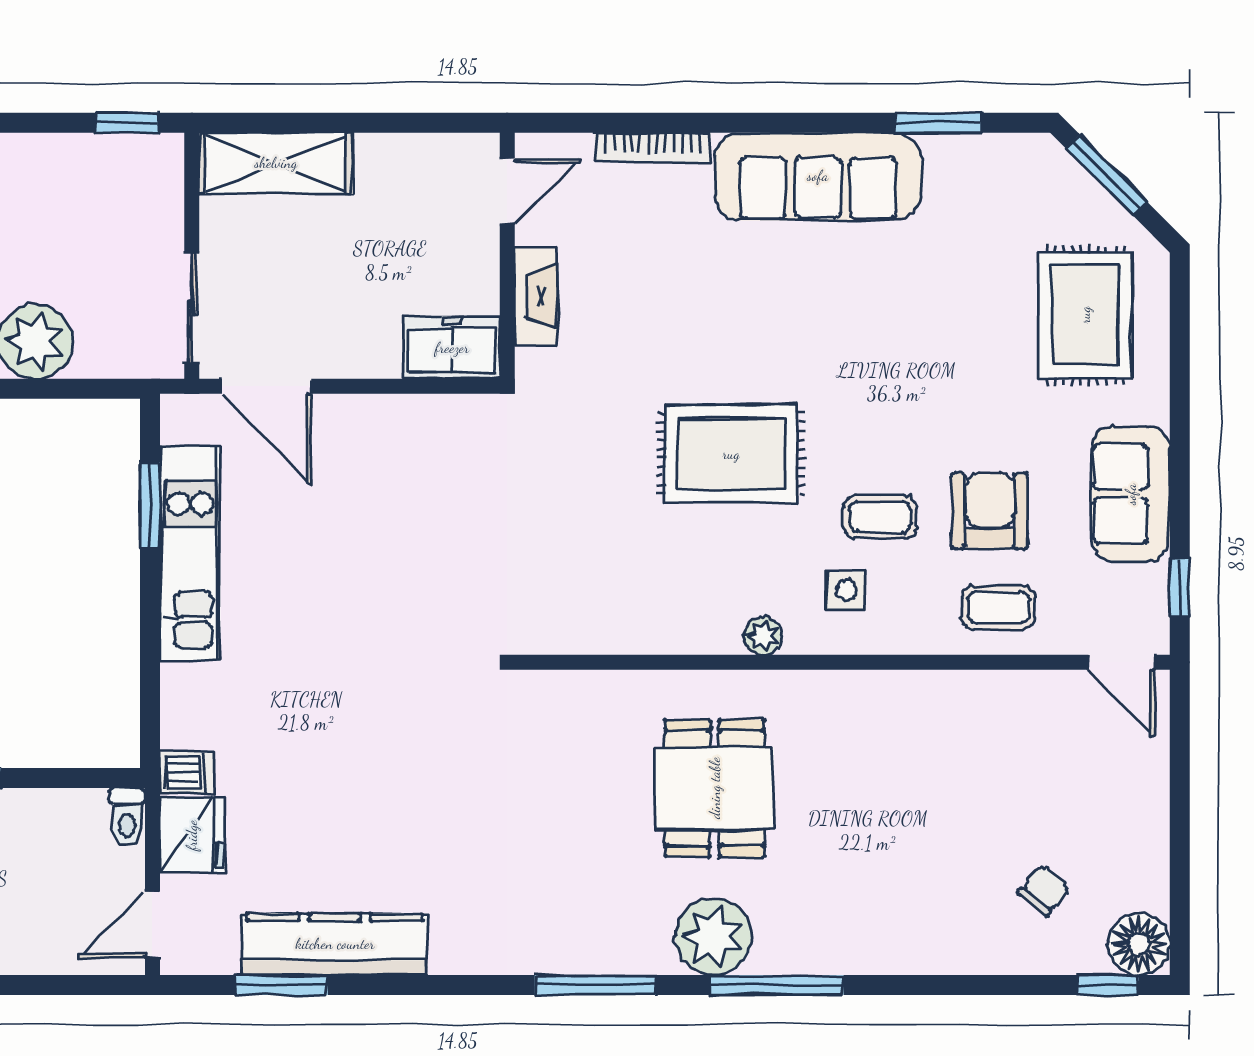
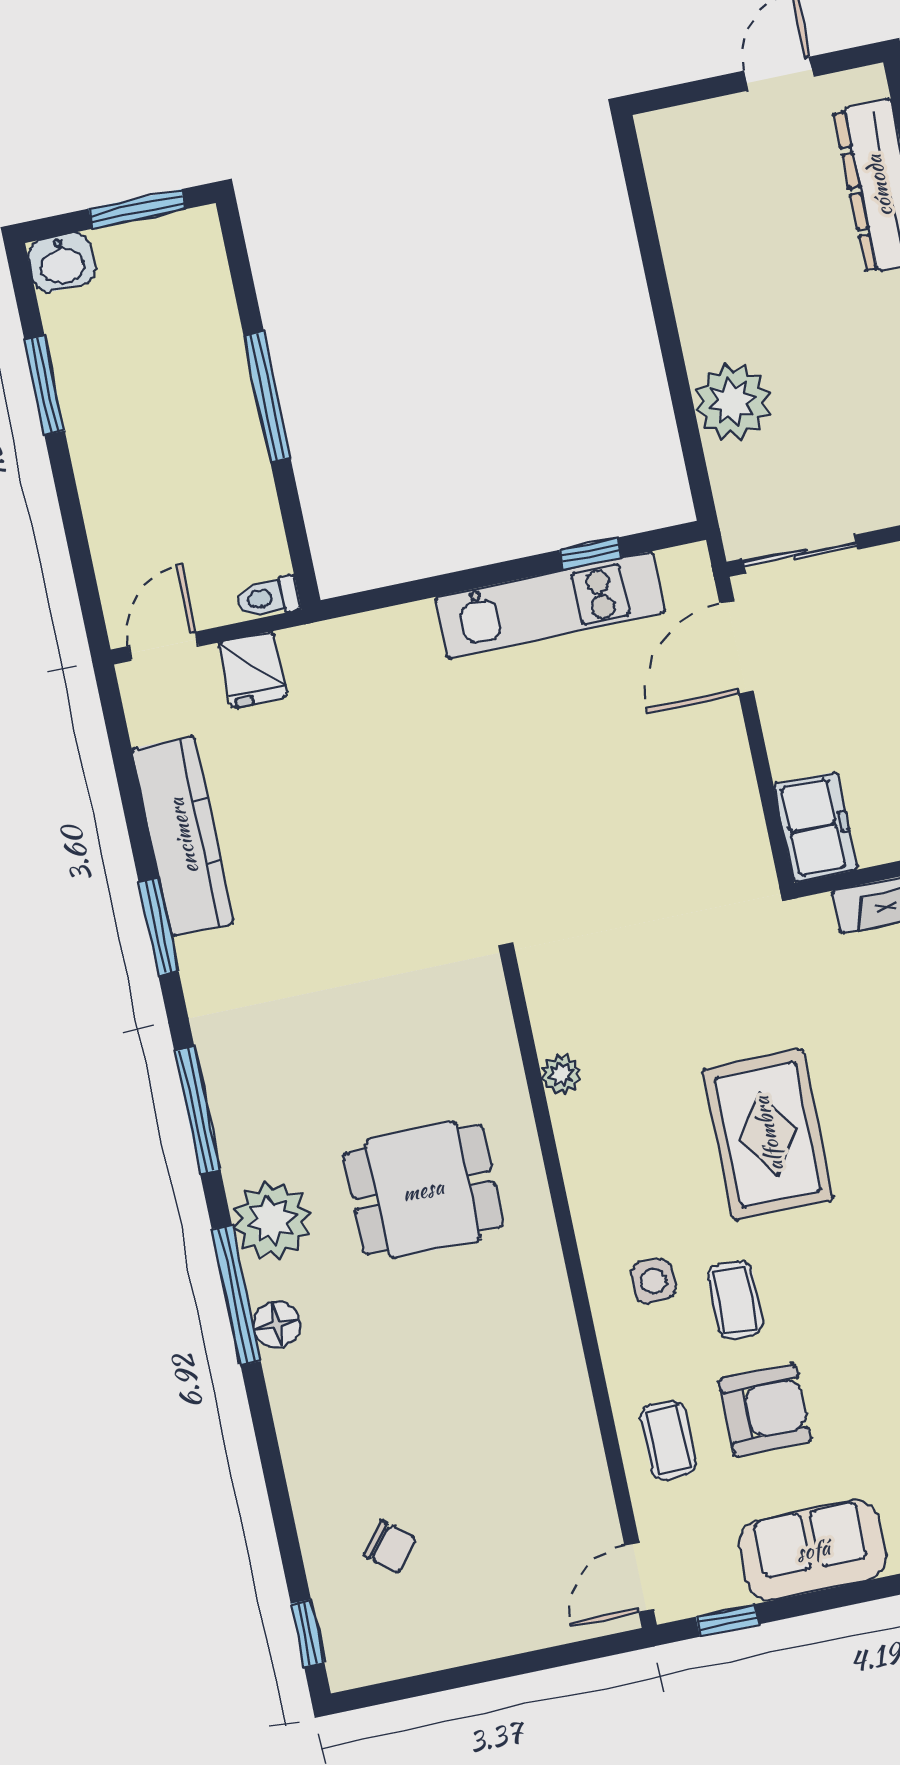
window: (150, 505) -> (590, 554), width x0.67
plant: (763, 636) -> (561, 1074), moved
dishwasher: (187, 773) -> (326, 649), removed
fridge: (192, 835) -> (253, 670), width x0.72
door: (152, 925) -> (164, 646), hinge flipped
floor lamp: (1139, 944) -> (277, 1325), moved, width x0.73, depth x0.73
window: (281, 985) -> (159, 927), moved

